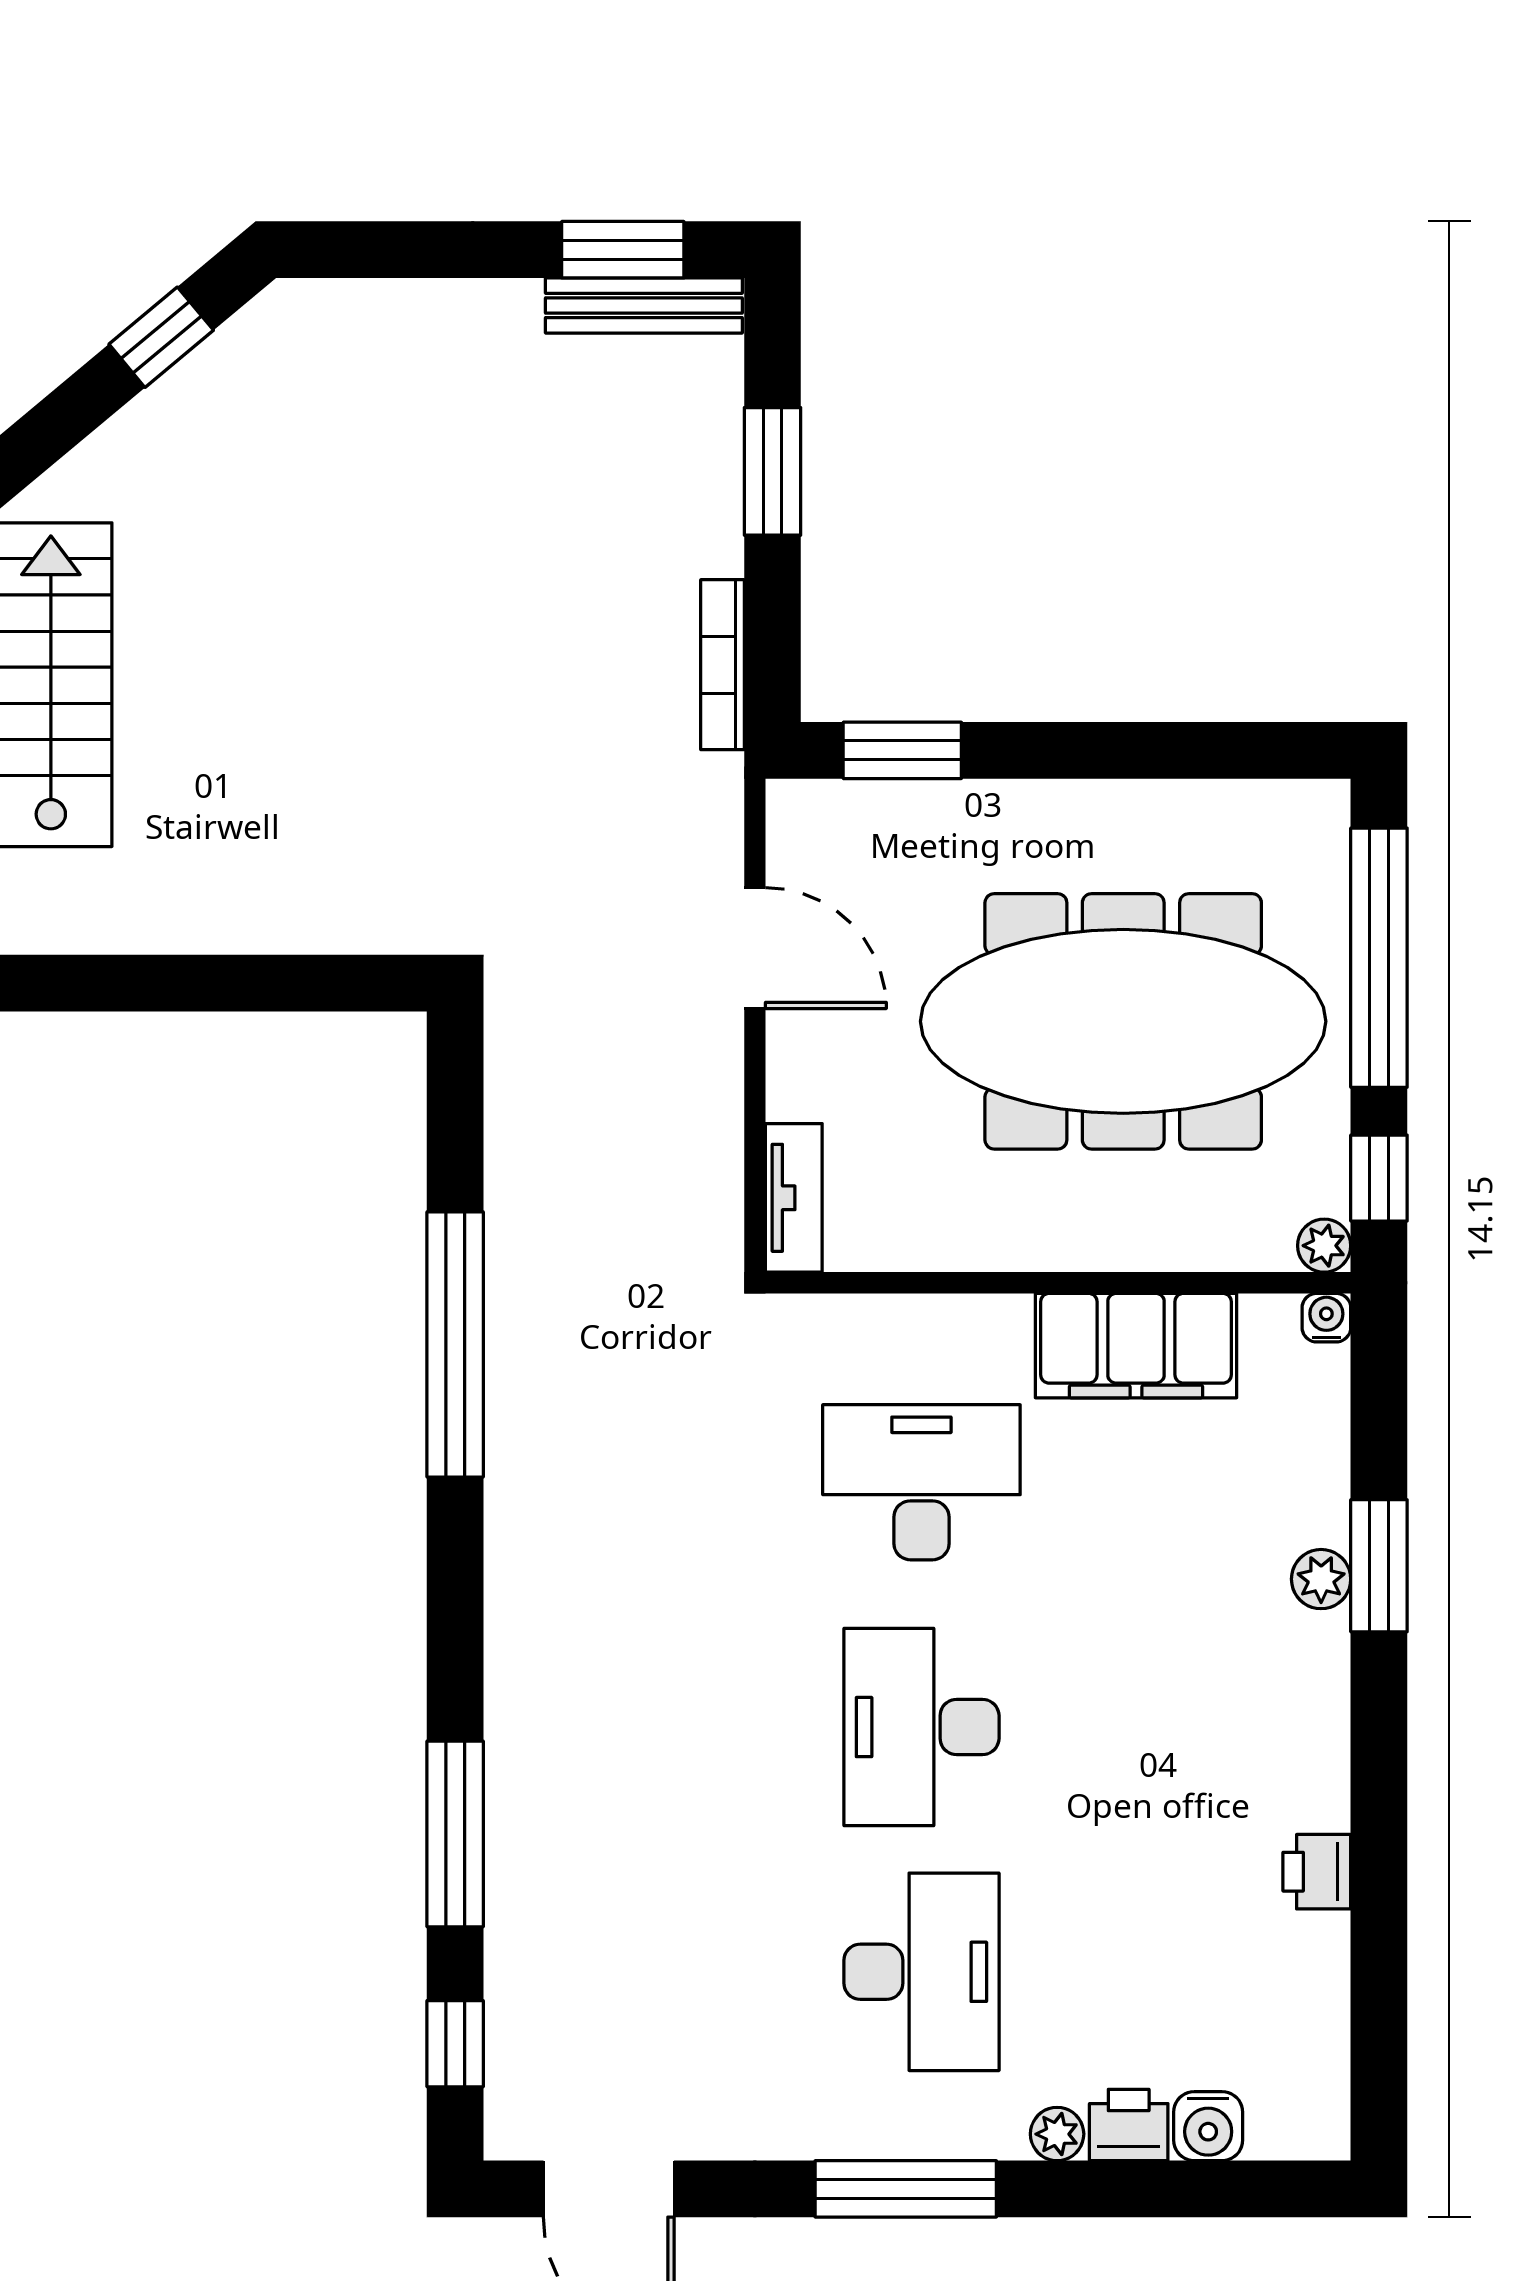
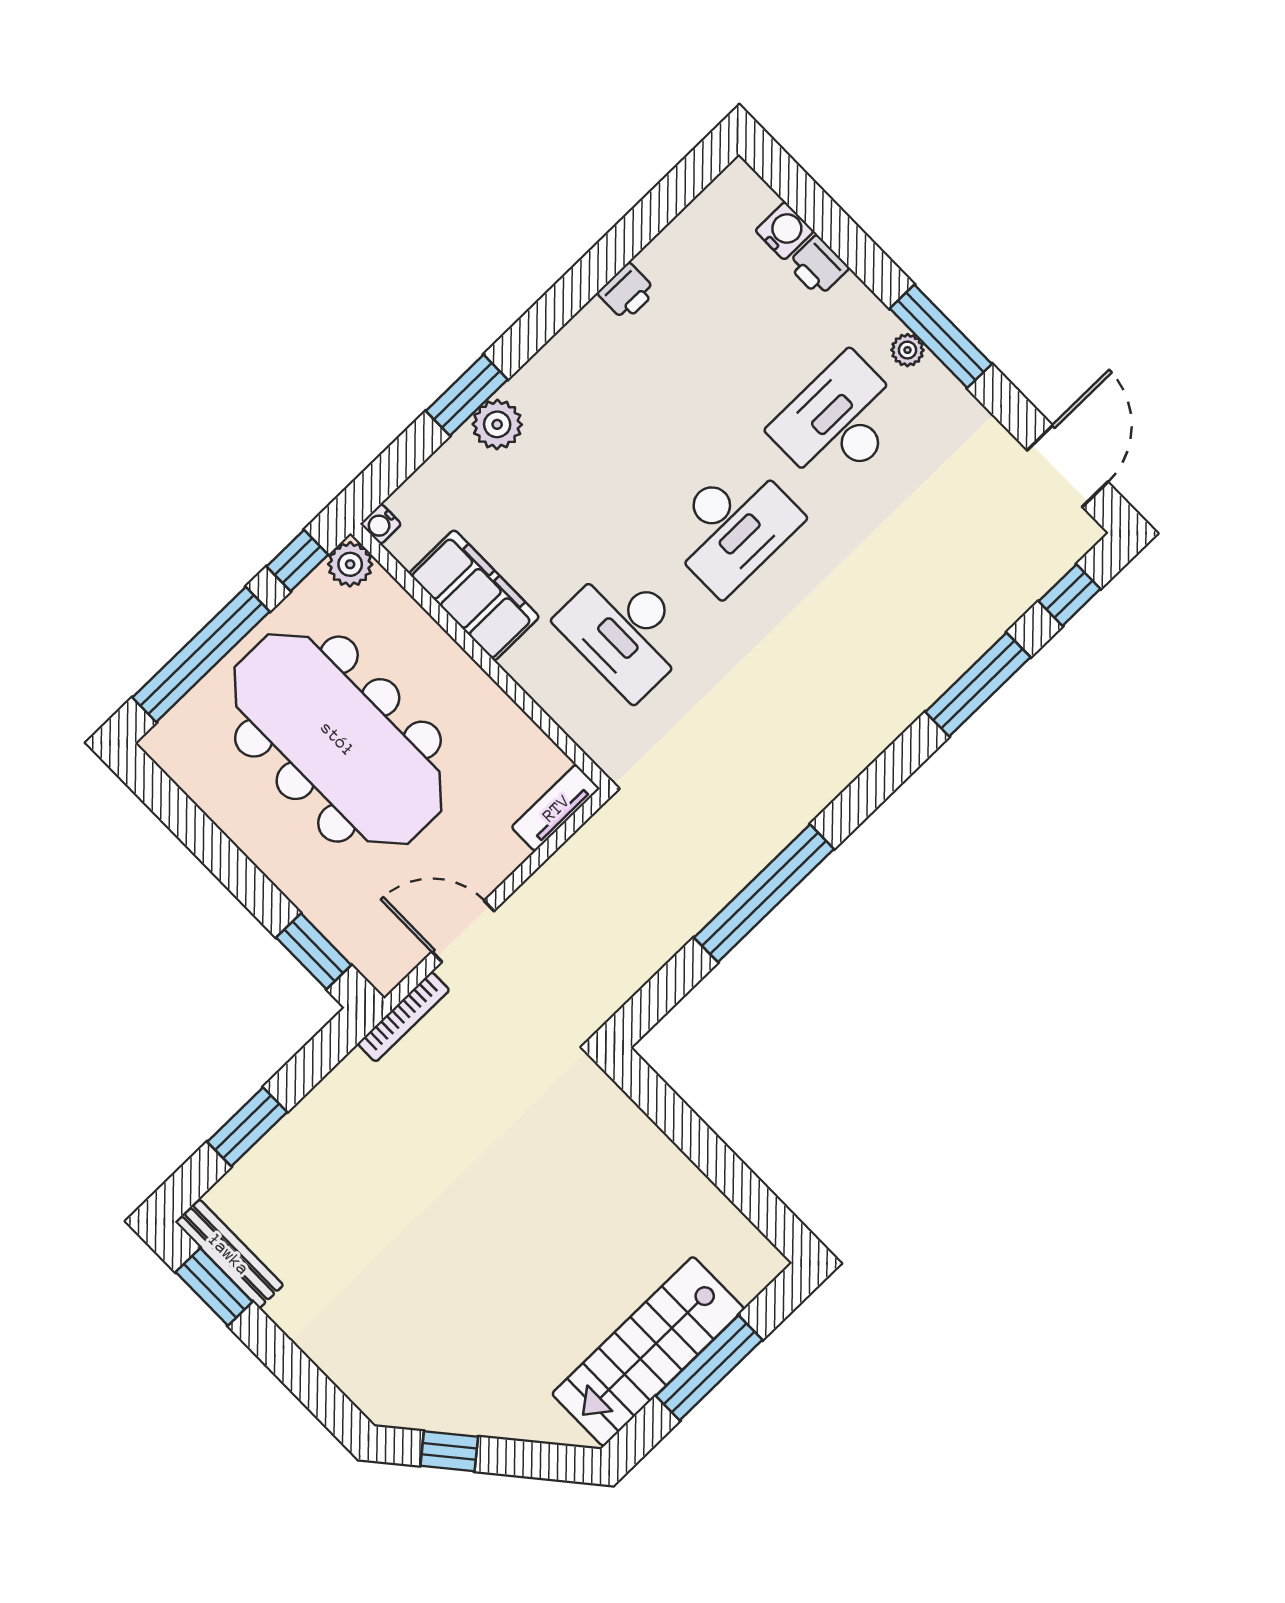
bookcase: (723, 665) -> (404, 1017), moved
door: (755, 948) -> (463, 931), hinge flipped
plant: (1324, 1246) -> (350, 564), width x1.38, depth x1.38
plant: (1321, 1579) -> (497, 424), width x1.38, depth x1.38
plant: (1057, 2134) -> (908, 350), moved

